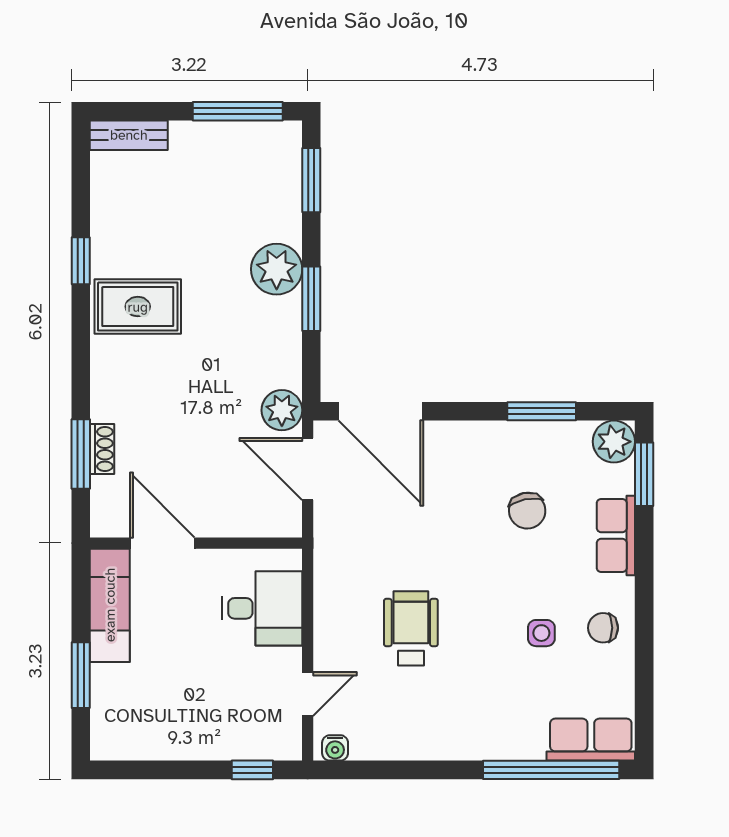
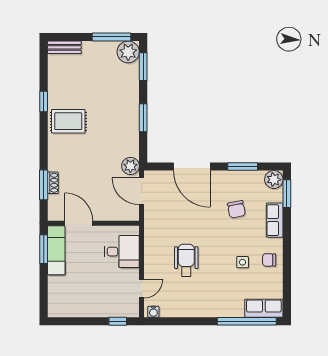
plant: (277, 269) -> (128, 52), moved
door: (381, 411) -> (192, 166), moved
window: (81, 675) -> (44, 249), moved

